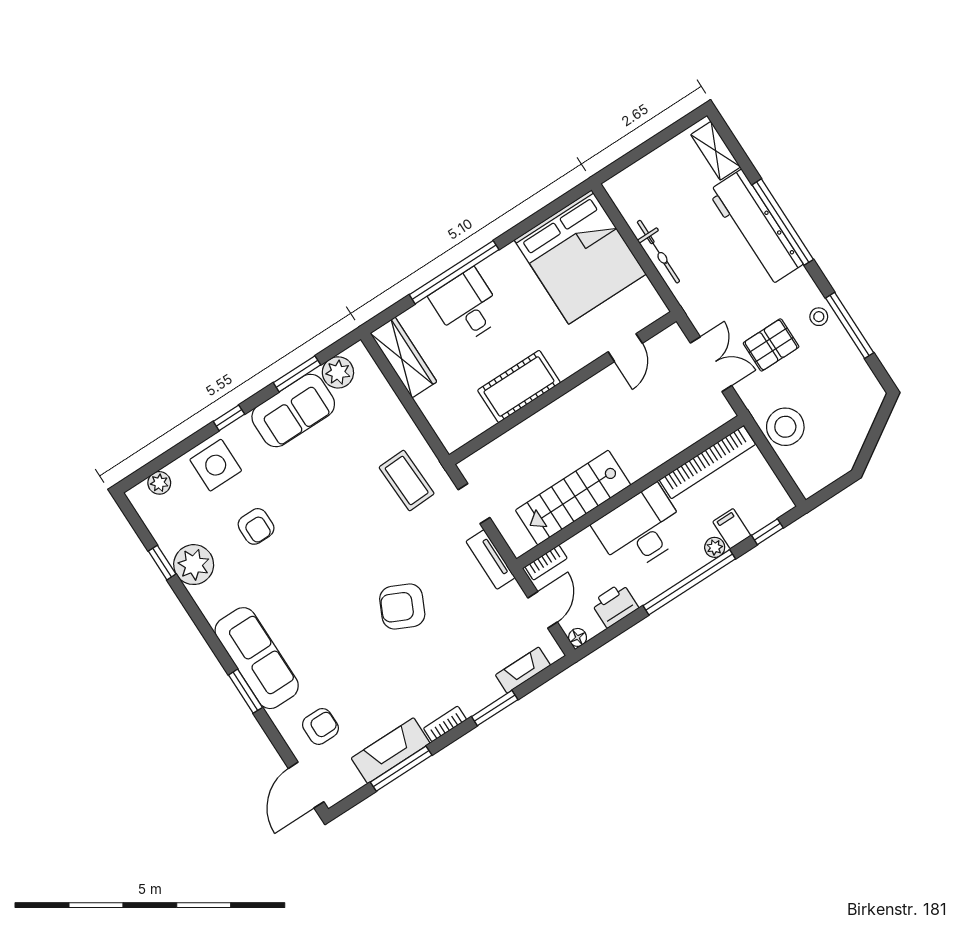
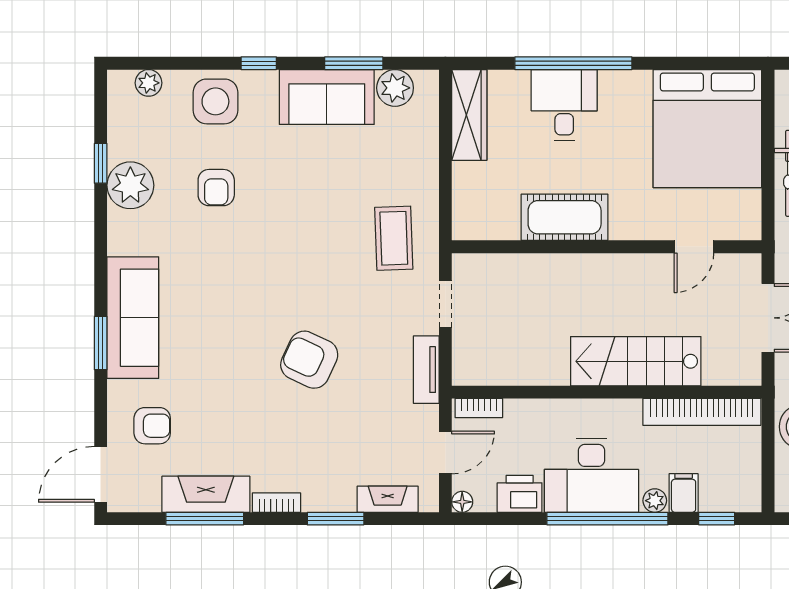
stairs: (573, 498) -> (636, 361), moved
desk: (641, 529) -> (592, 475), moved, turned 180

